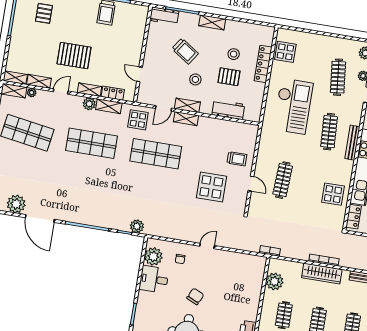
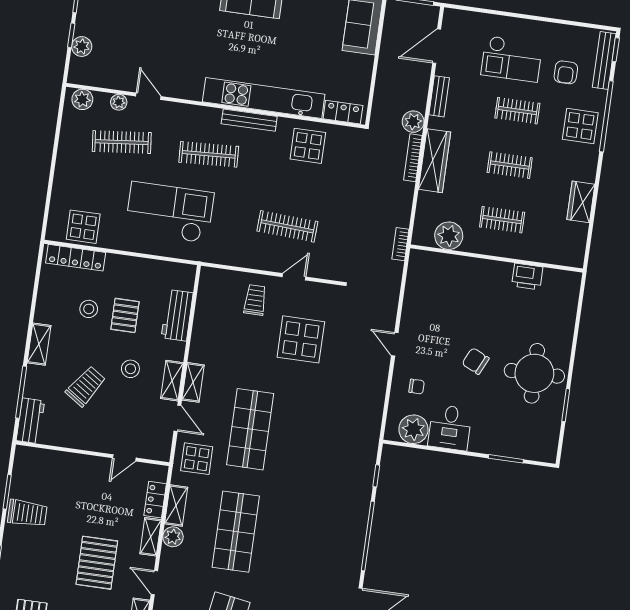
locker: (263, 64) -> (76, 258), moved
bench: (352, 143) -> (249, 120), moved
plant: (137, 226) -> (413, 122), moved

